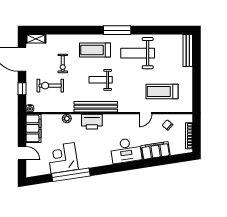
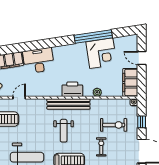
weight bench: (101, 80) -> (64, 131), turned 90

